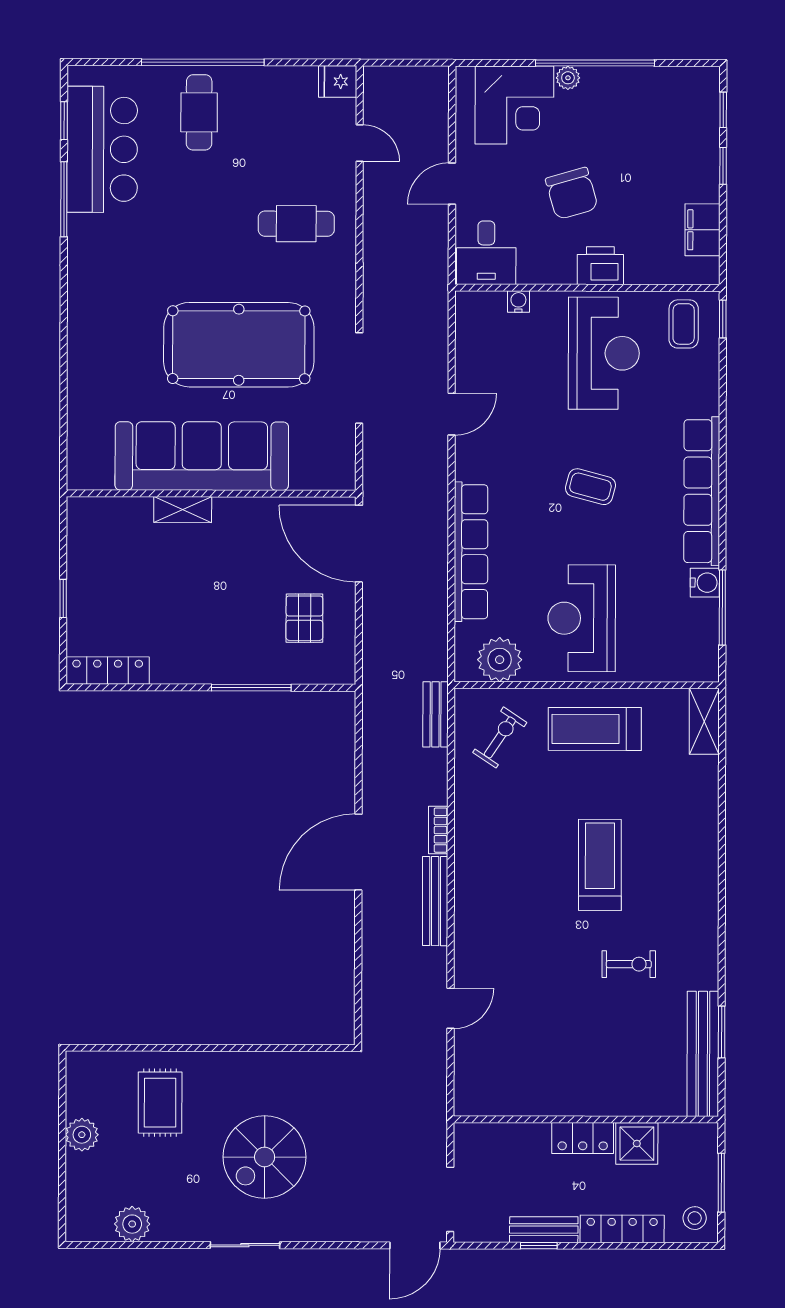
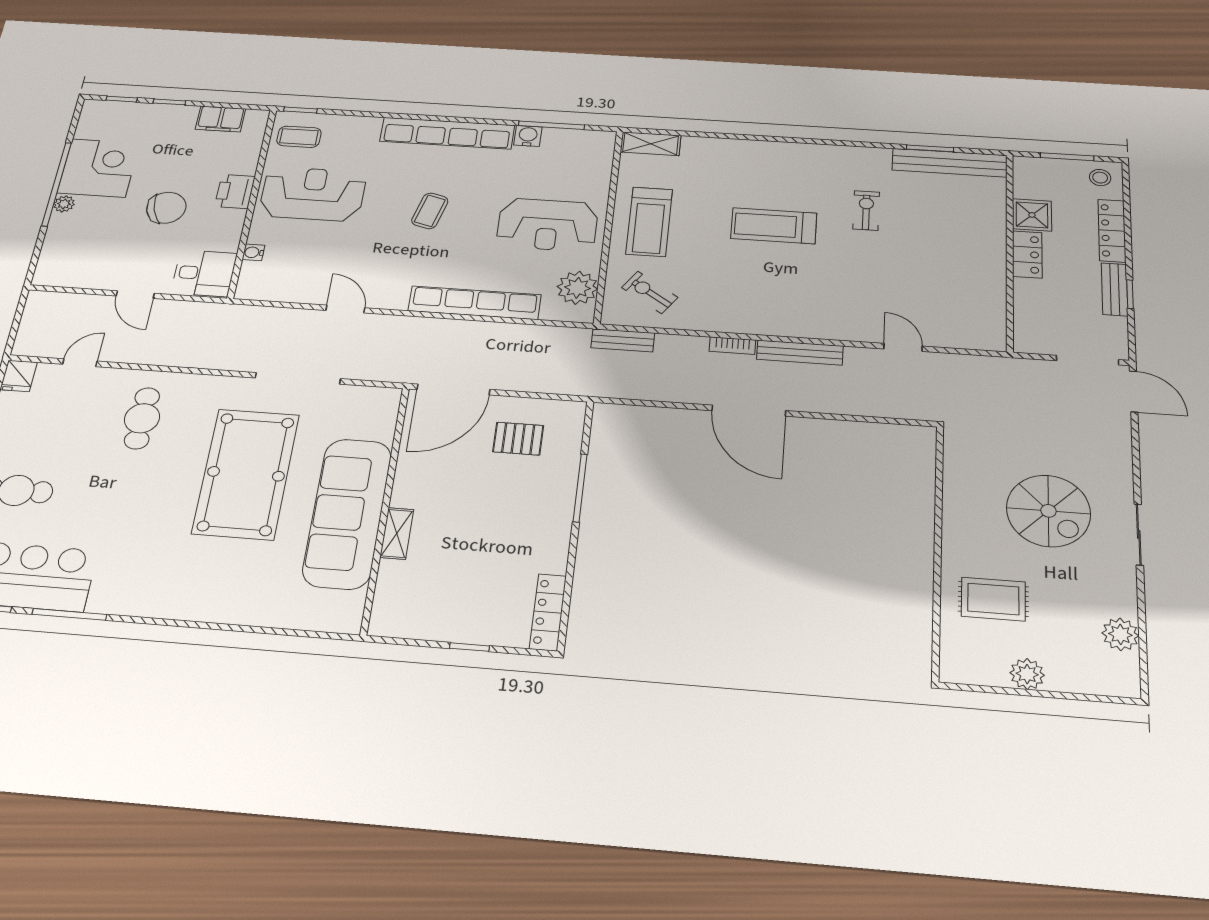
corner desk: (514, 105) -> (98, 168), moved

